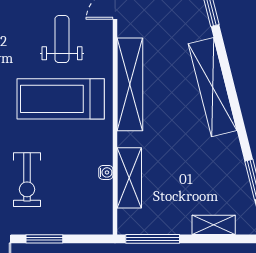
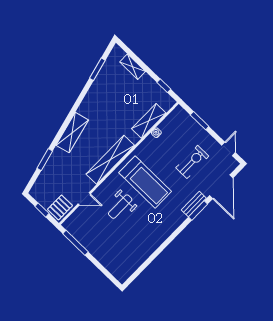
shelving: (213, 87) -> (72, 133), width x0.68
window: (44, 239) -> (200, 121), moved
window: (153, 239) -> (164, 86), width x0.46

